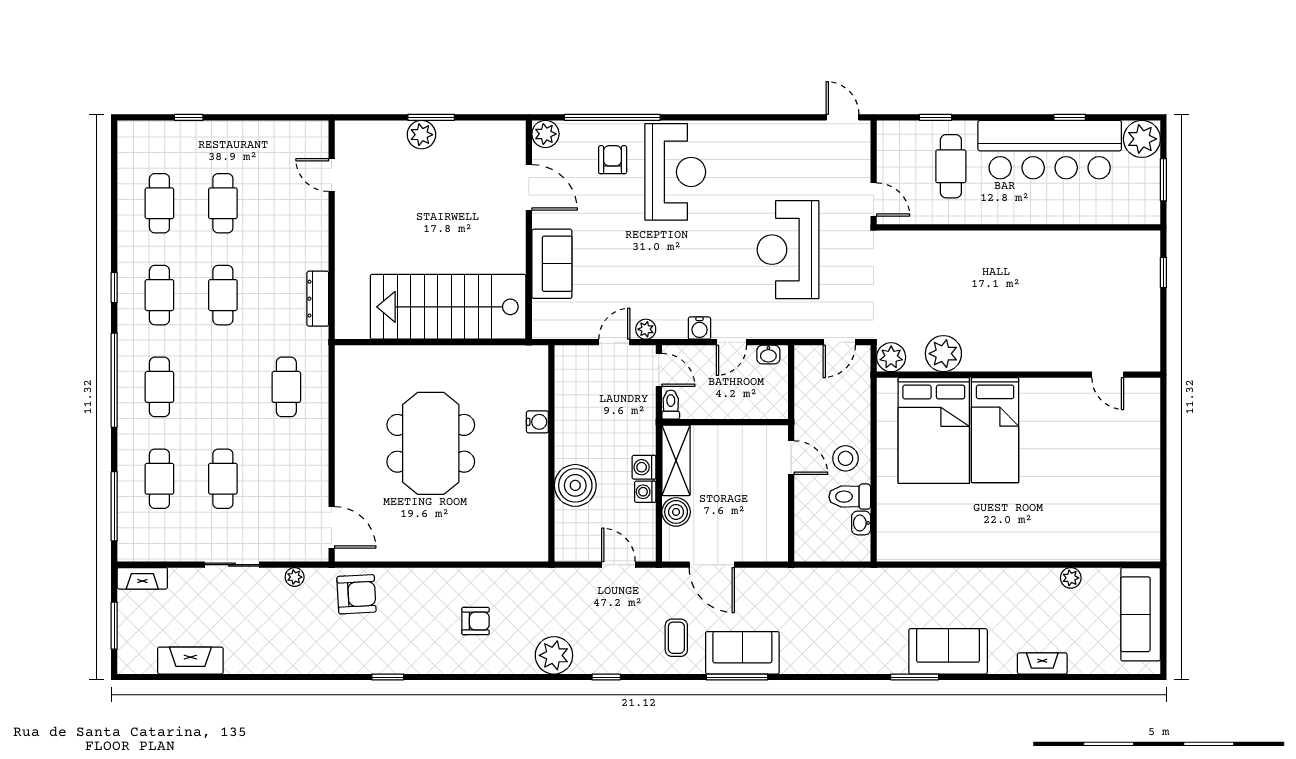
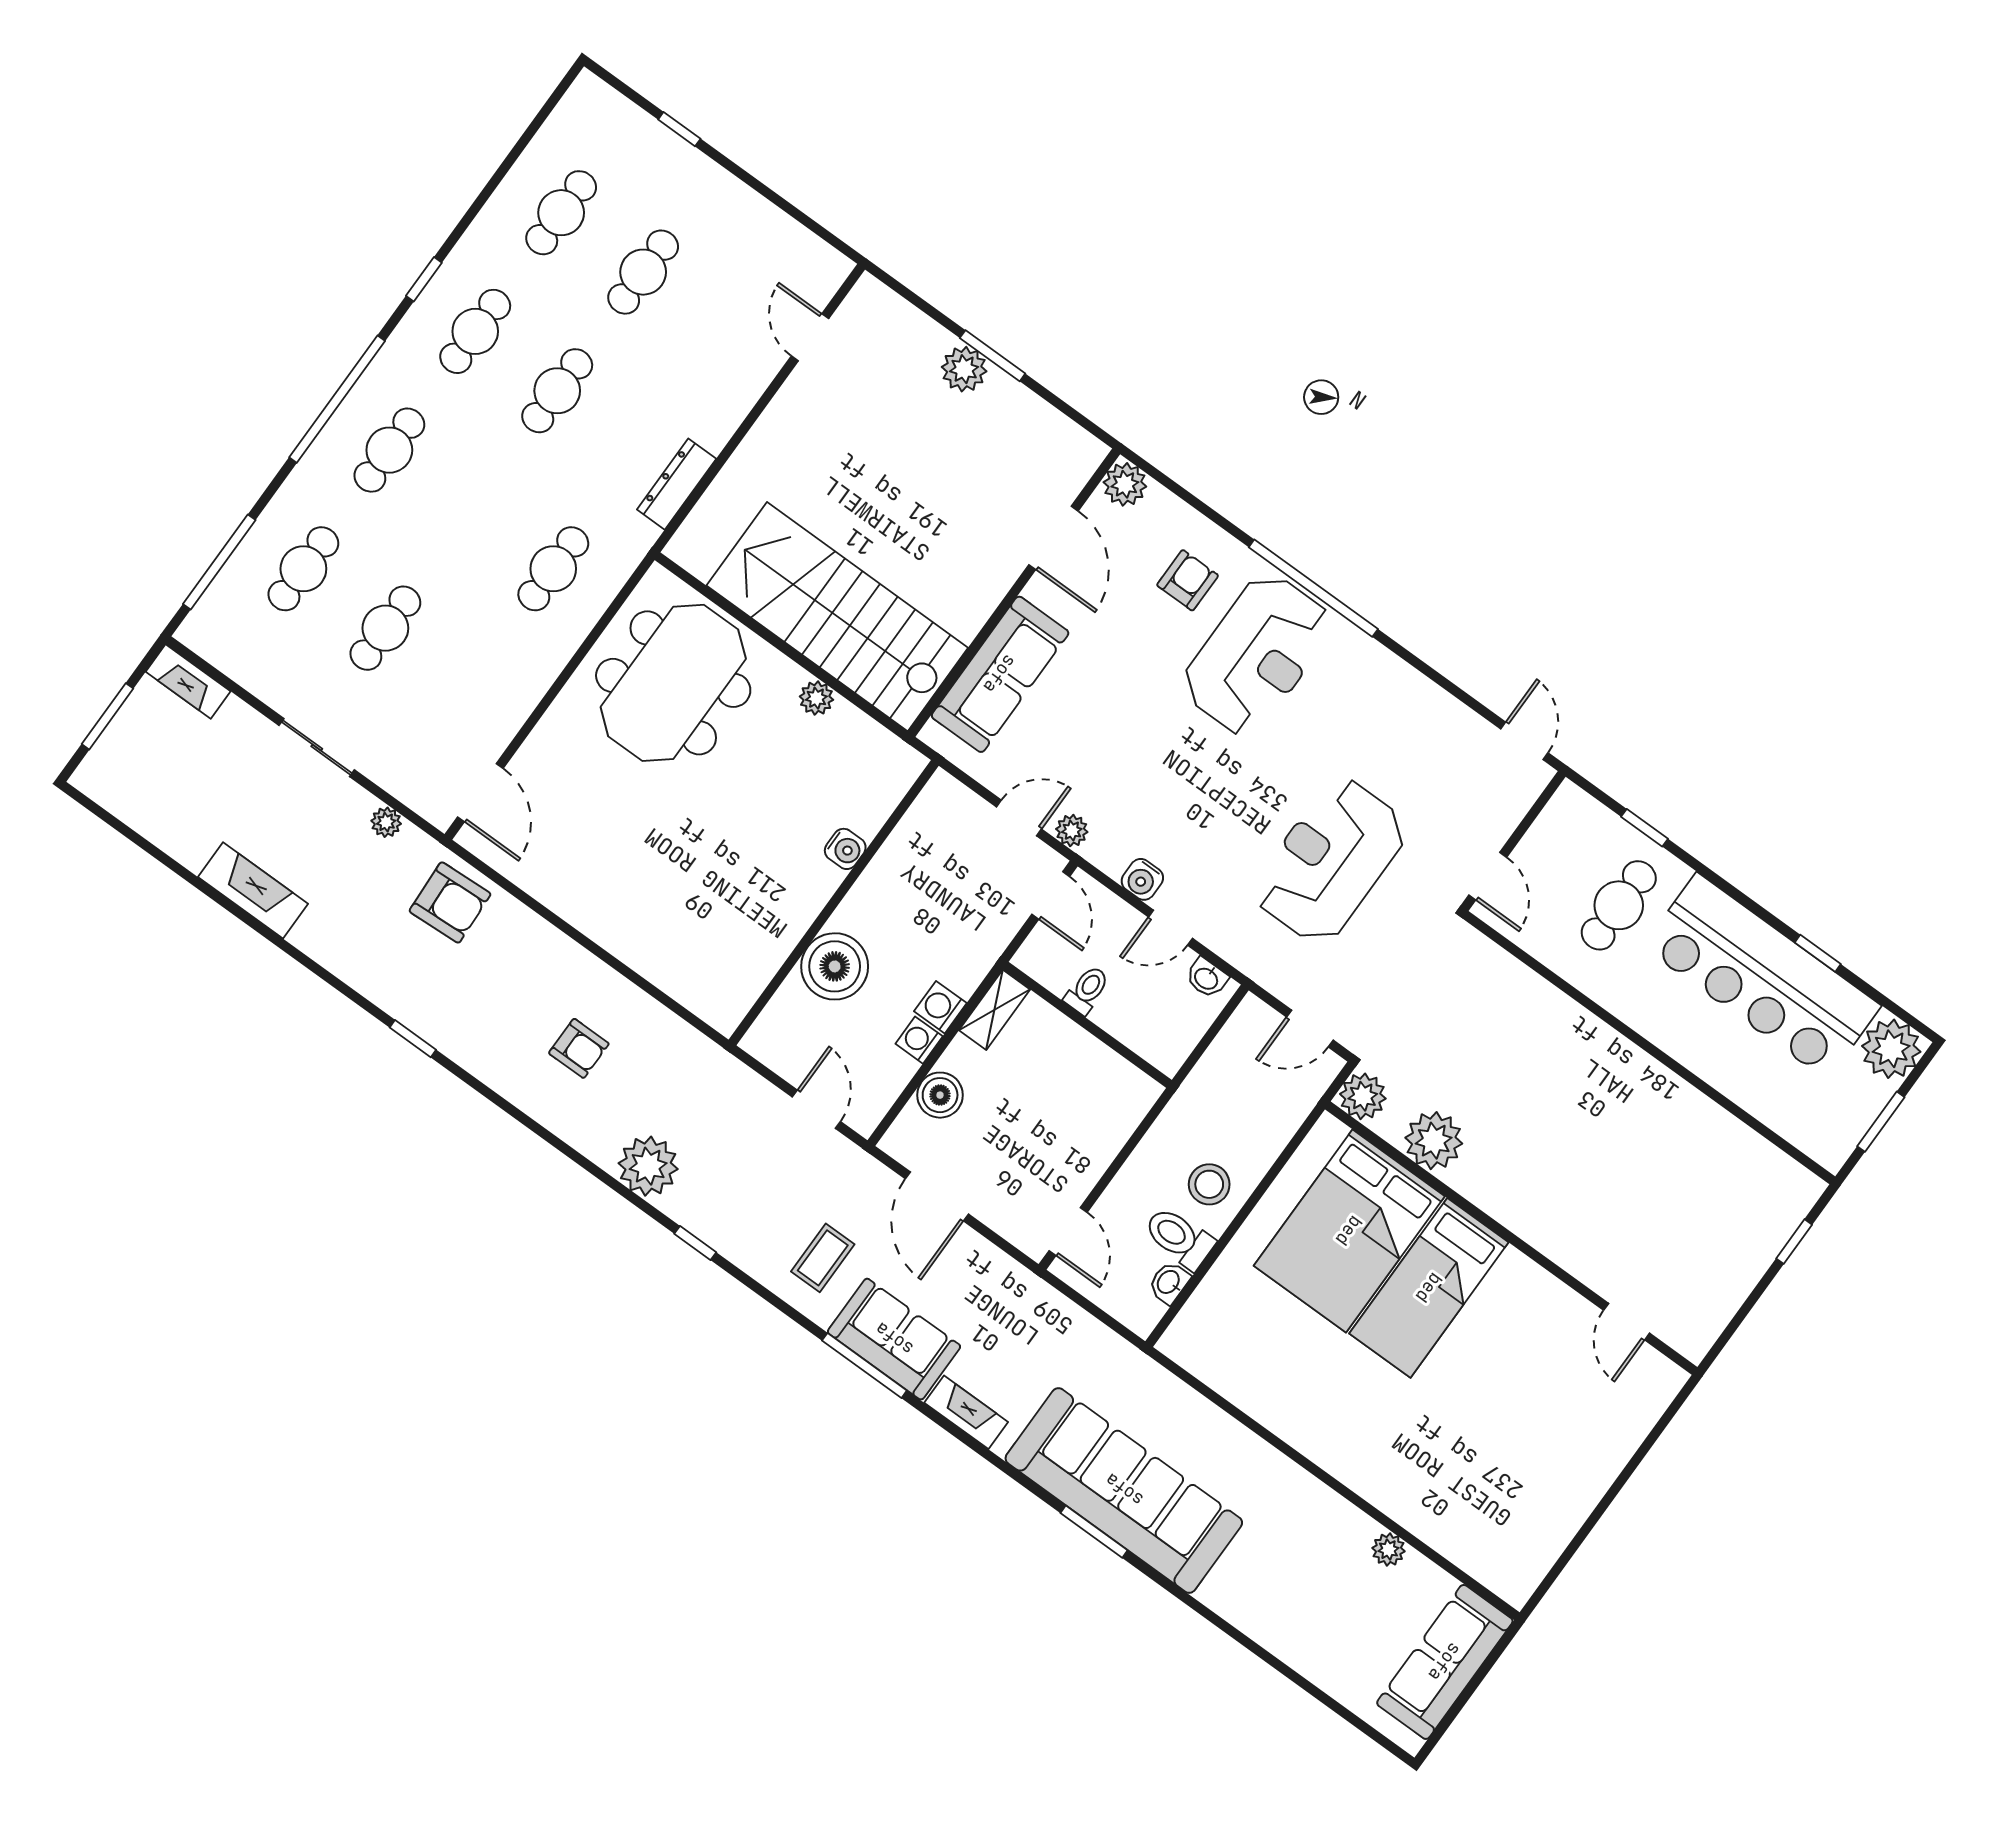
window: (612, 117) -> (1313, 588), moved
sofa: (552, 264) -> (1000, 674), width x1.36
plant: (467, 356) -> (816, 698), added
toilet: (671, 405) -> (1087, 990), moved
meeting table: (431, 443) -> (673, 683), moved
door: (791, 458) -> (1068, 1231), moved
shelving: (676, 460) -> (994, 1010), width x0.67, depth x0.75
sofa: (948, 651) -> (1124, 1490), width x1.85, depth x1.27
fireplace: (190, 661) -> (253, 890), moved
fireplace: (1042, 663) -> (966, 1412), moved

